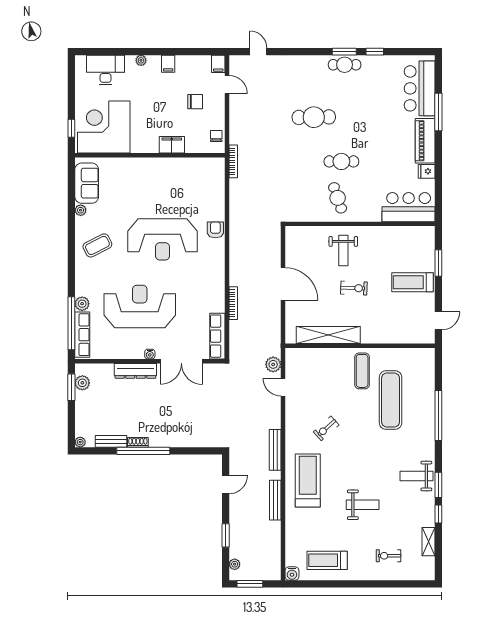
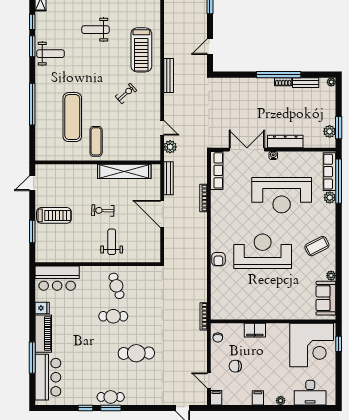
bench: (275, 500) -> (168, 178), moved

